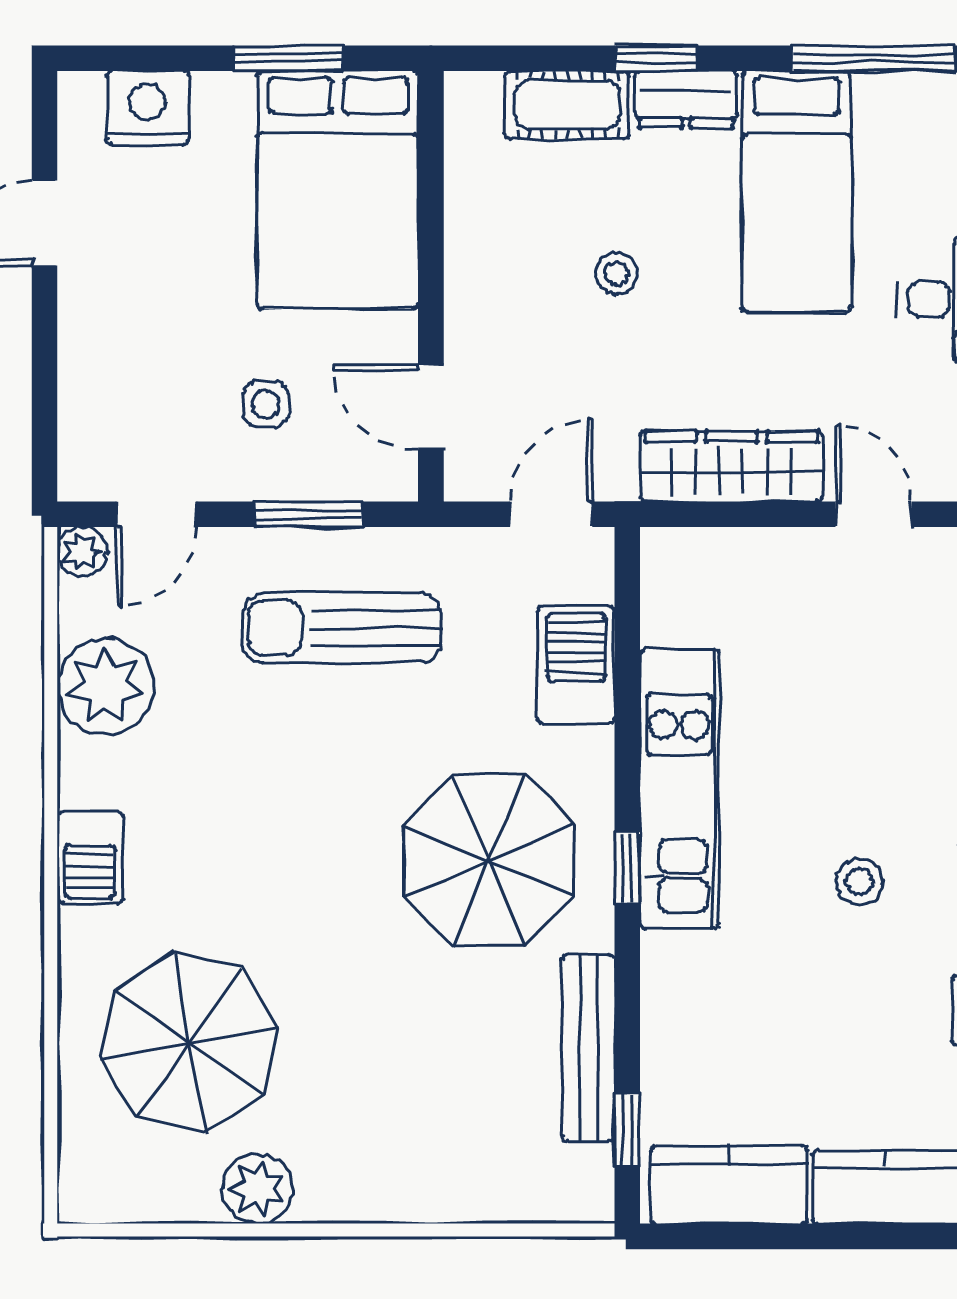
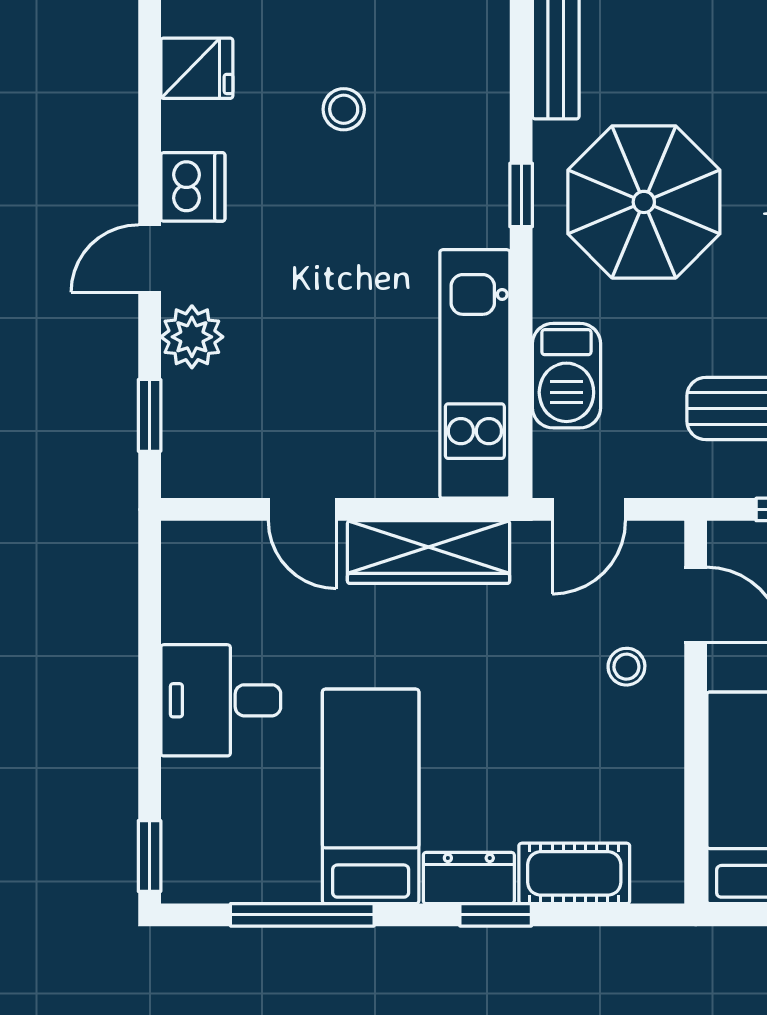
stool: (616, 273) -> (626, 667), moved
kitchen unit: (679, 789) -> (475, 374), moved
stool: (860, 882) -> (344, 109), moved

